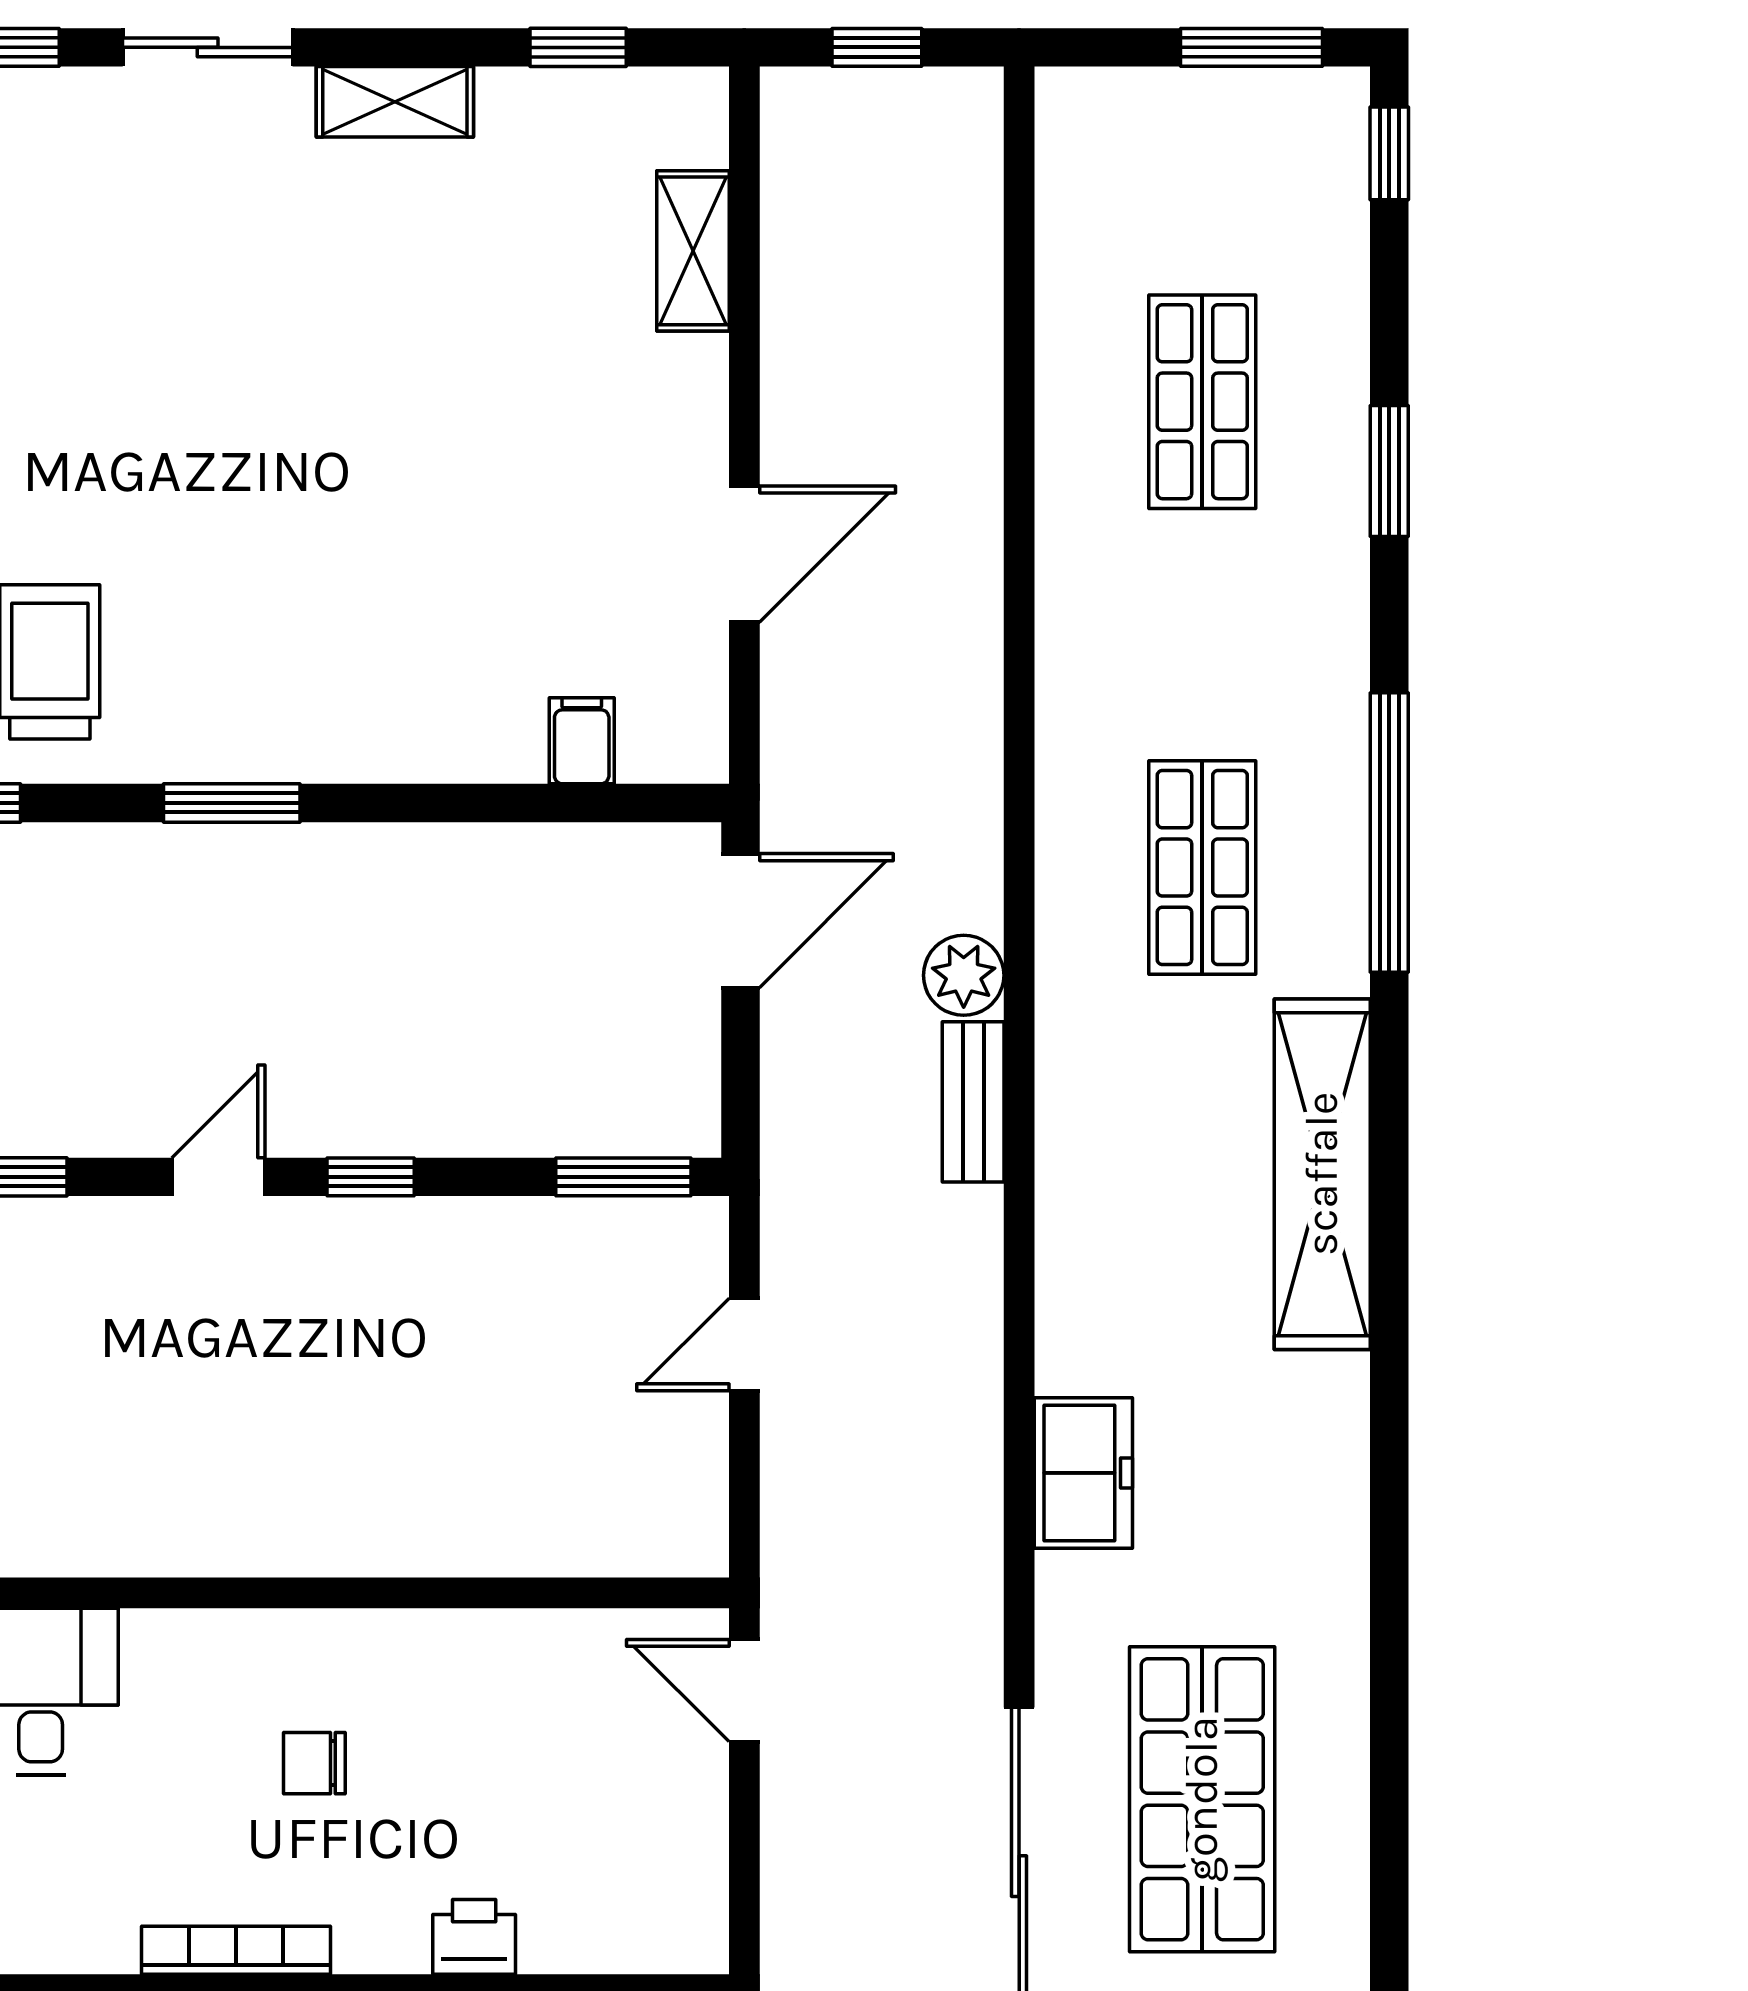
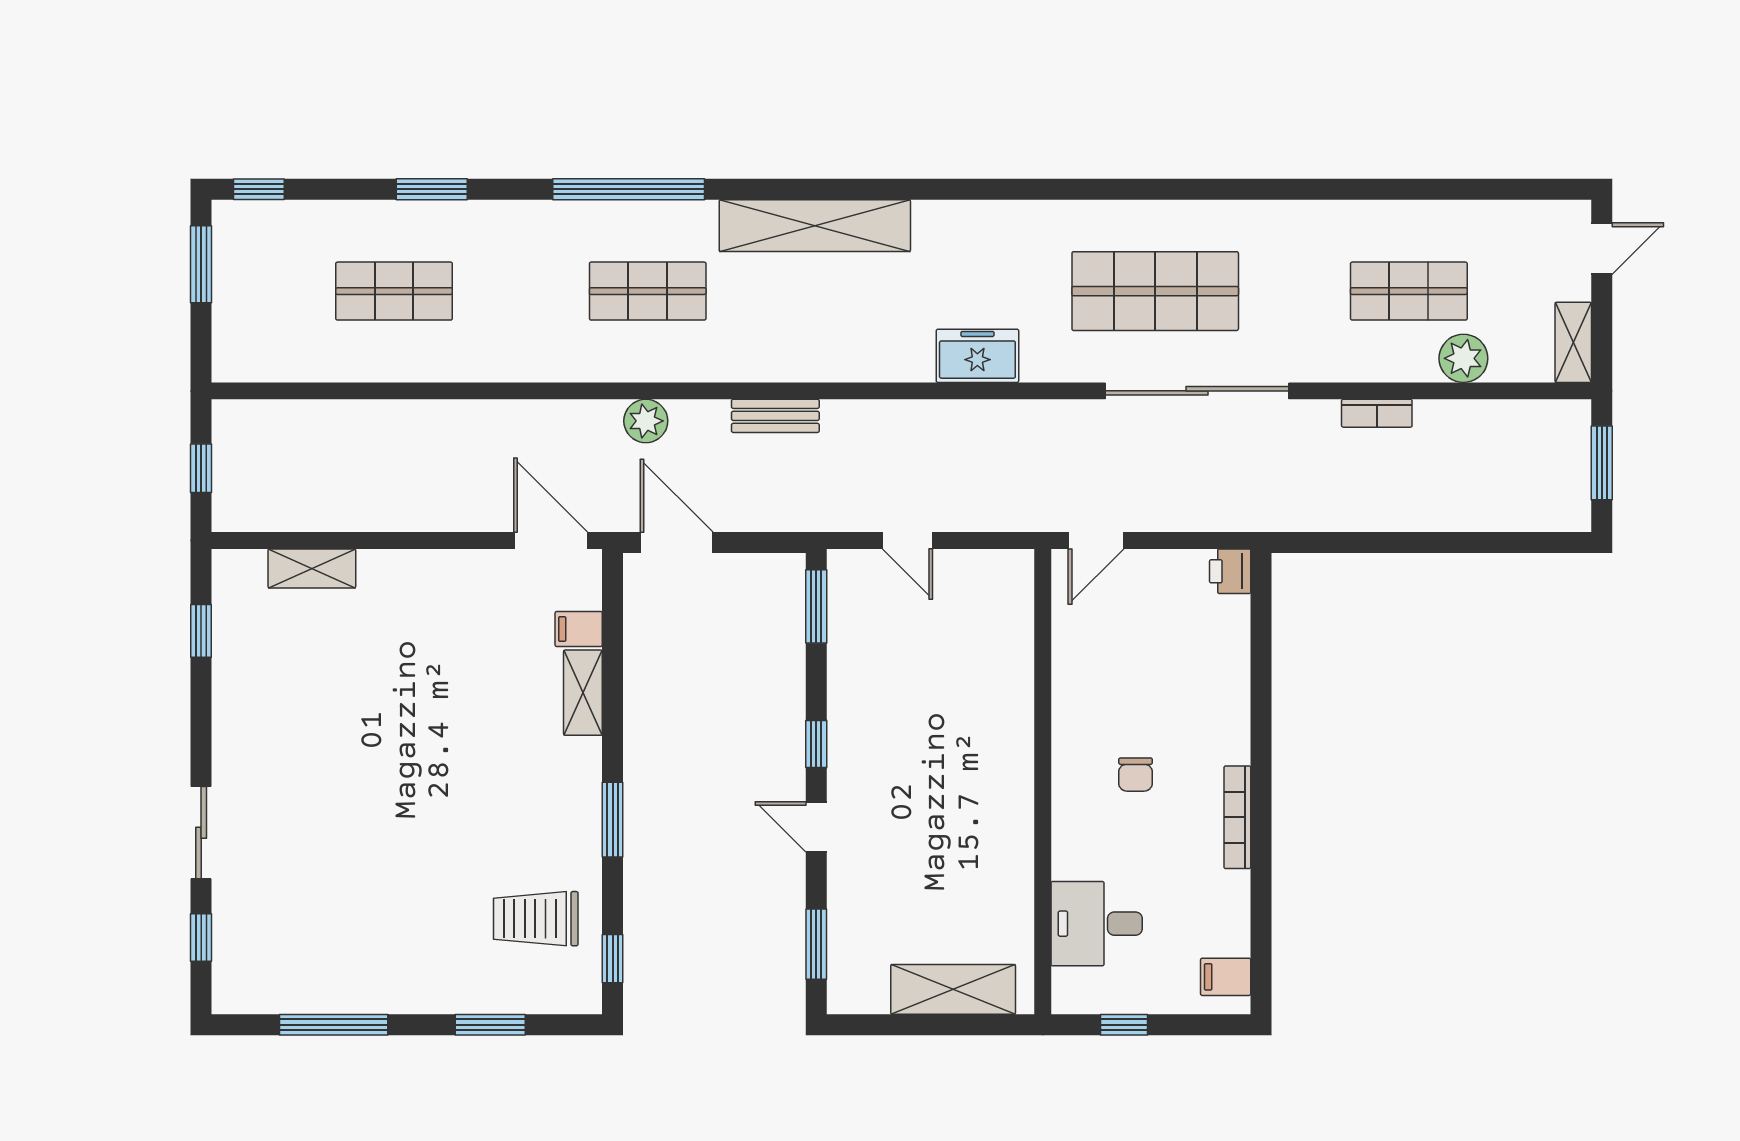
shelving: (395, 102) -> (583, 693), moved
door: (744, 554) -> (551, 540), moved
plant: (964, 975) -> (646, 421), moved
printer: (474, 1937) -> (1230, 571), moved

